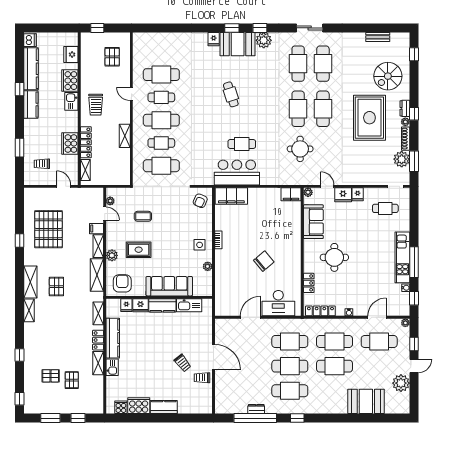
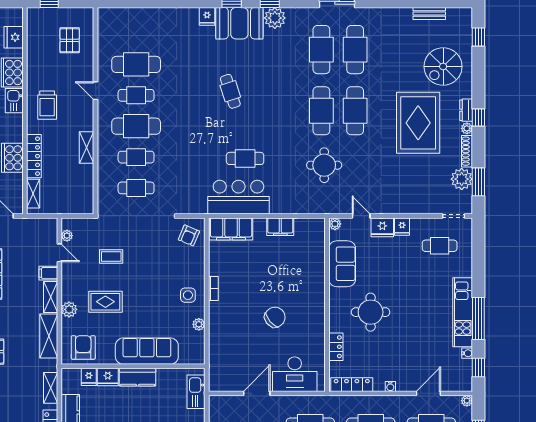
cafe table: (161, 166) -> (136, 188), width x0.73, depth x0.74
filing cabinet: (291, 194) -> (280, 227), moved
kitchen sink: (189, 305) -> (196, 392), moved, turned 90

